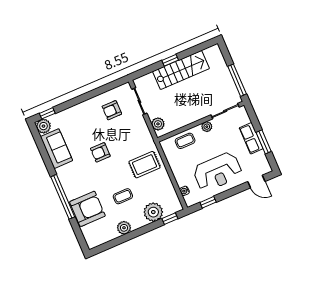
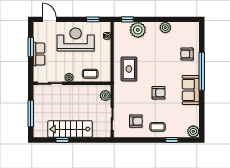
window: (170, 60) -> (62, 140), moved
window: (237, 80) -> (31, 113), moved
window: (47, 113) -> (172, 140), moved
sofa: (56, 149) -> (191, 90), moved
rug: (144, 165) -> (129, 69), turned 90
coffee table: (123, 196) -> (158, 127), moved
armchair: (87, 209) -> (187, 54), width x0.53, depth x0.53

